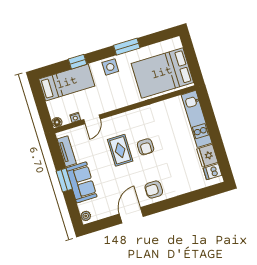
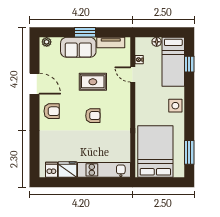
window: (127, 47) -> (189, 152), moved
window: (78, 62) -> (189, 64), moved
floor lamp: (57, 122) -> (157, 42), moved
armchair: (146, 147) -> (93, 116), turned 180
rug: (120, 150) -> (93, 82), moved
armchair: (154, 190) -> (52, 111), turned 90

